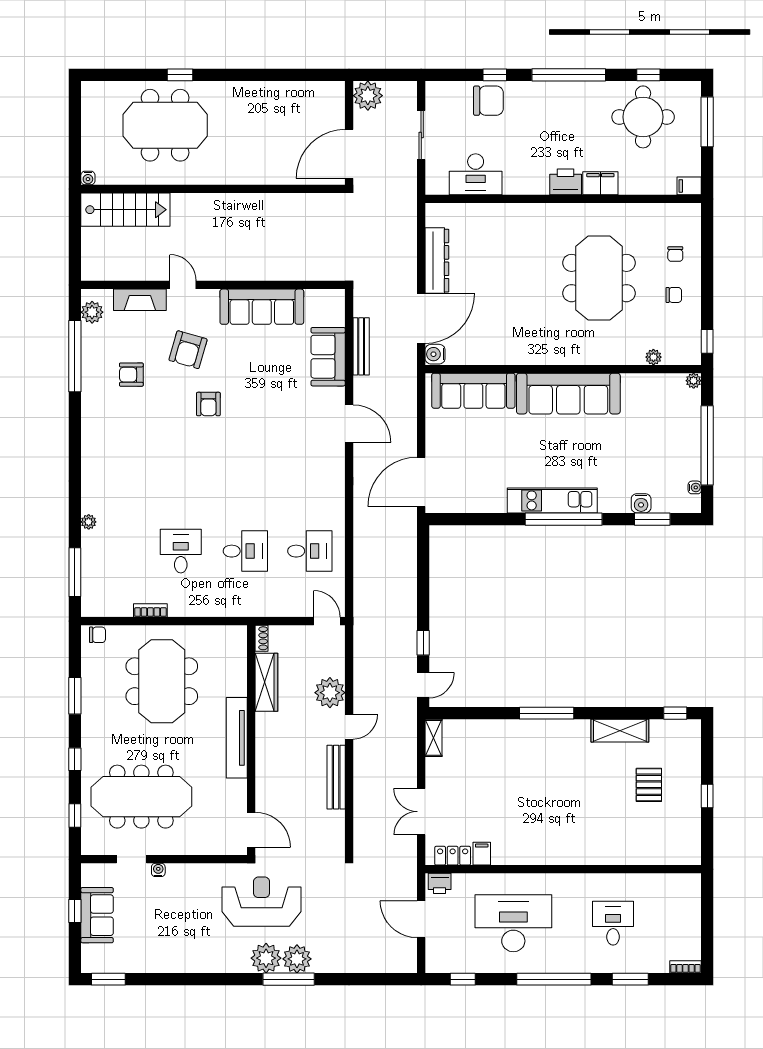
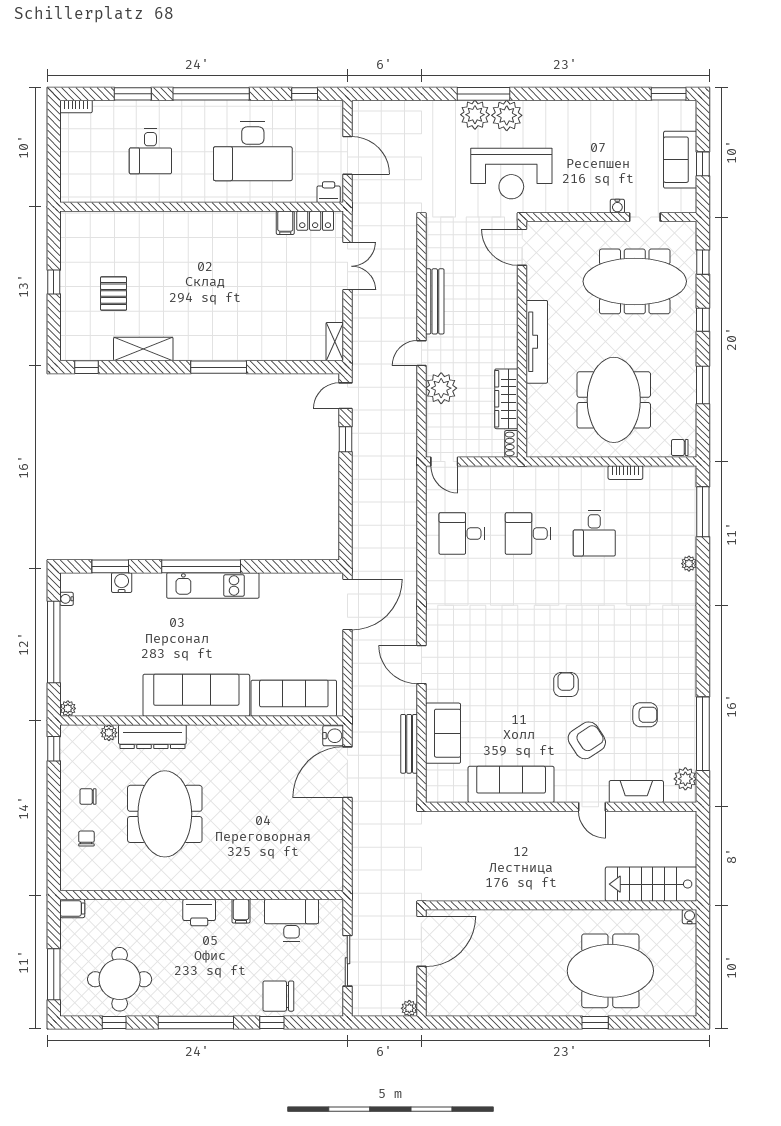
plant: (368, 96) -> (409, 1008), width x0.53, depth x0.53
filing cabinet: (600, 183) -> (241, 911), moved, width x0.50
dresser: (437, 261) -> (152, 737), moved, turned -90
armchair: (188, 350) -> (587, 740), turned 41

